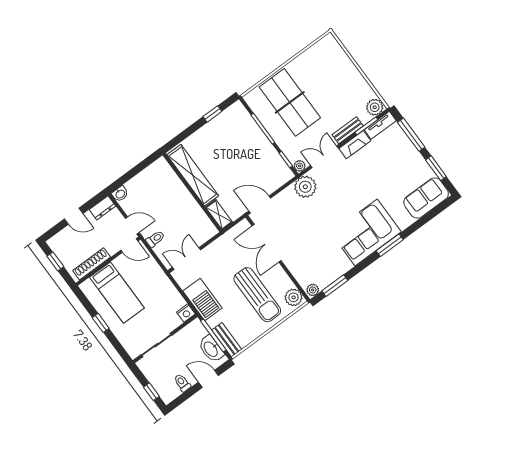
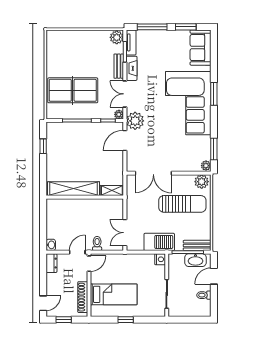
door: (260, 205) -> (125, 140), moved
door: (74, 216) -> (43, 303), moved
corner sofa: (366, 233) -> (188, 103), width x1.36, depth x1.36
window: (151, 392) -> (195, 320), removed

